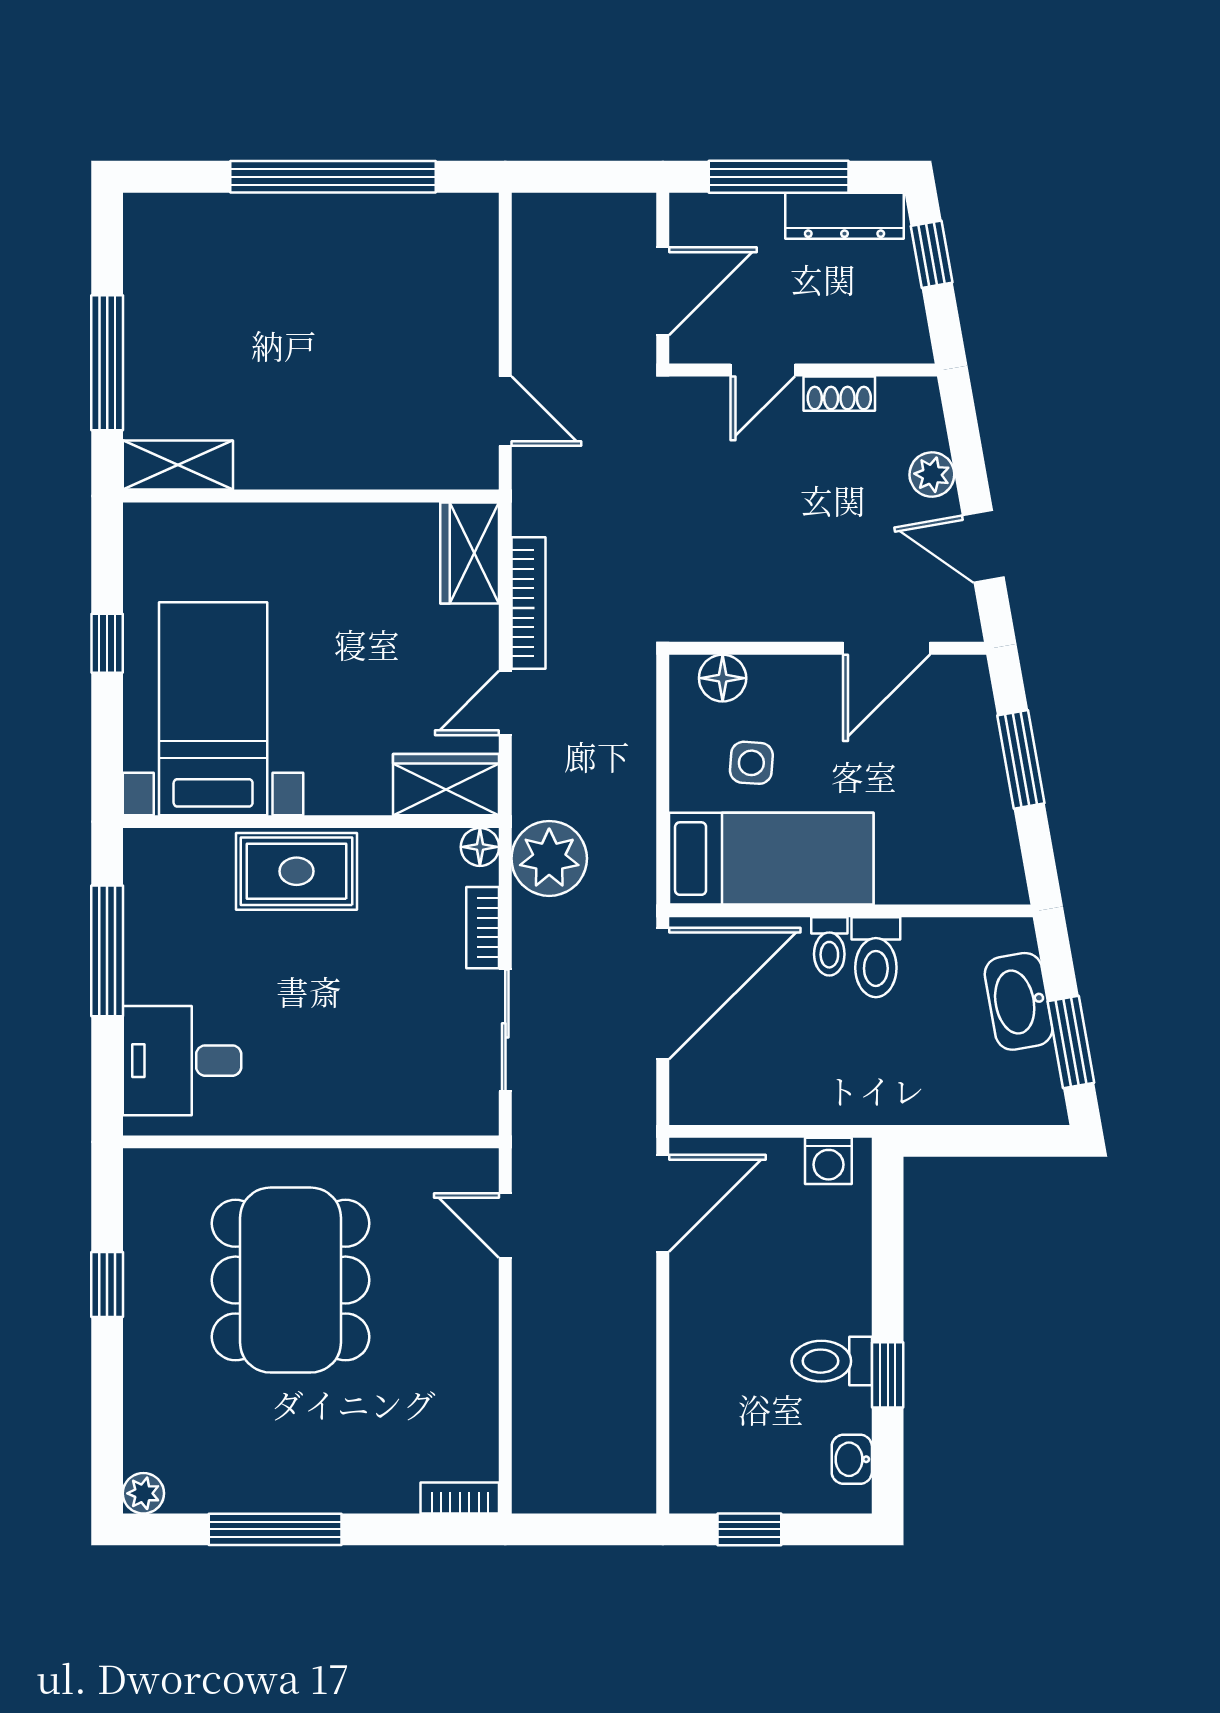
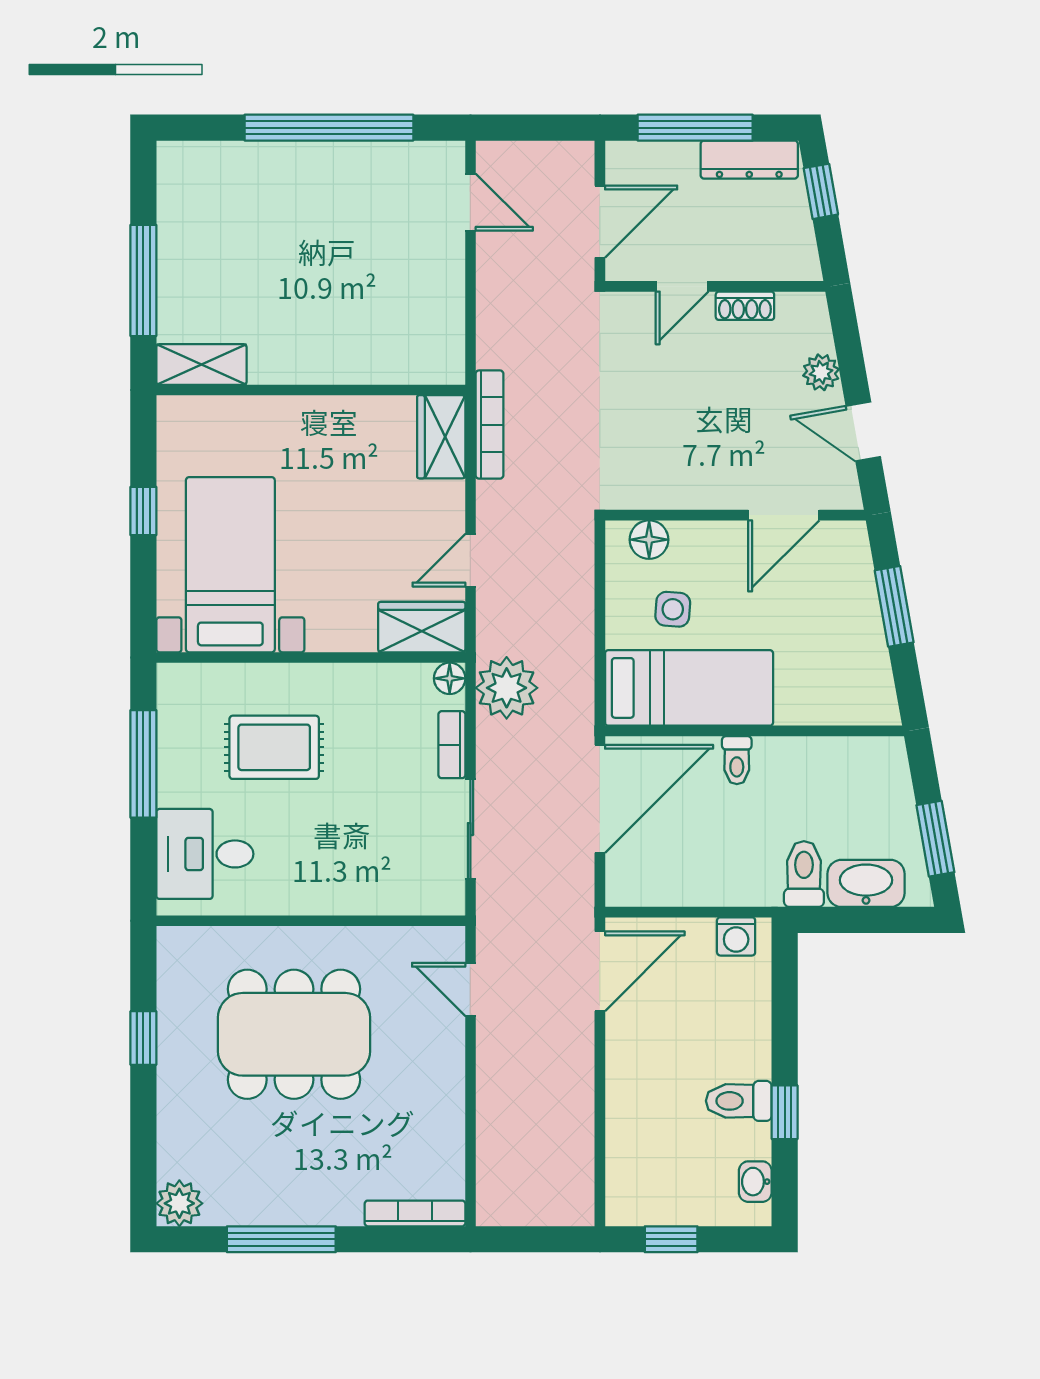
door: (505, 411) -> (470, 202), moved
bookcase: (528, 603) -> (489, 425), moved
rug: (297, 871) -> (274, 747), moved
toilet: (876, 957) -> (804, 874), moved, turned 180
washbasin: (1019, 1001) -> (866, 883), moved, turned 100
dining table: (290, 1280) -> (294, 1034), turned 90
plant: (143, 1493) -> (179, 1203), width x1.38, depth x1.38
bookcase: (460, 1498) -> (415, 1213), width x1.56

